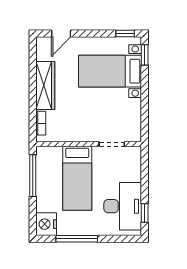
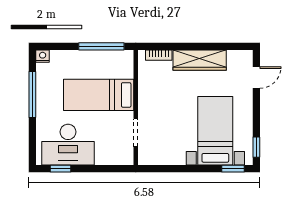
door: (61, 33) -> (256, 77), swing flipped
nightstand: (46, 224) -> (43, 56), width x0.53, depth x0.56

